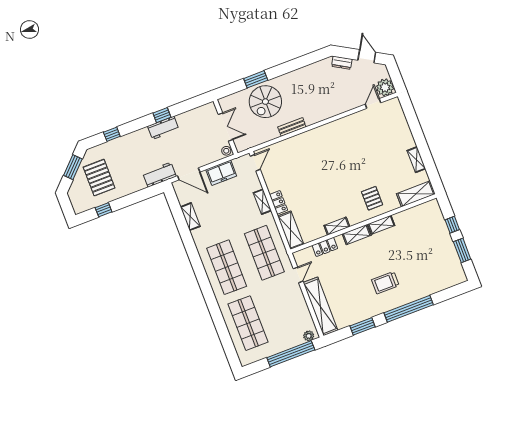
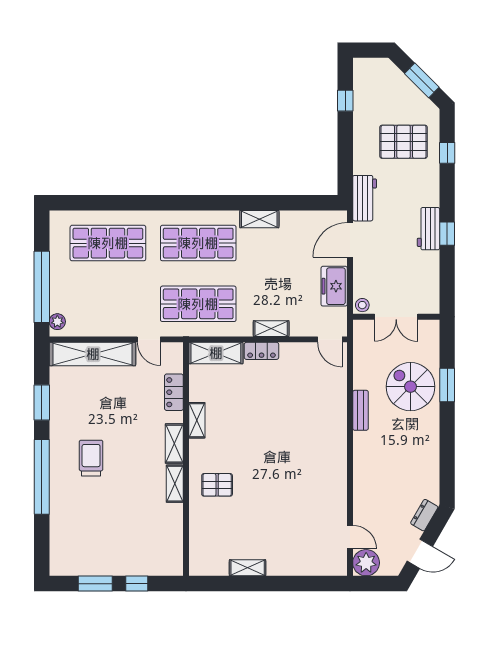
pallet: (99, 178) -> (404, 142), moved
shelving: (416, 194) -> (200, 549), removed
shelving: (190, 217) -> (259, 219), moved

